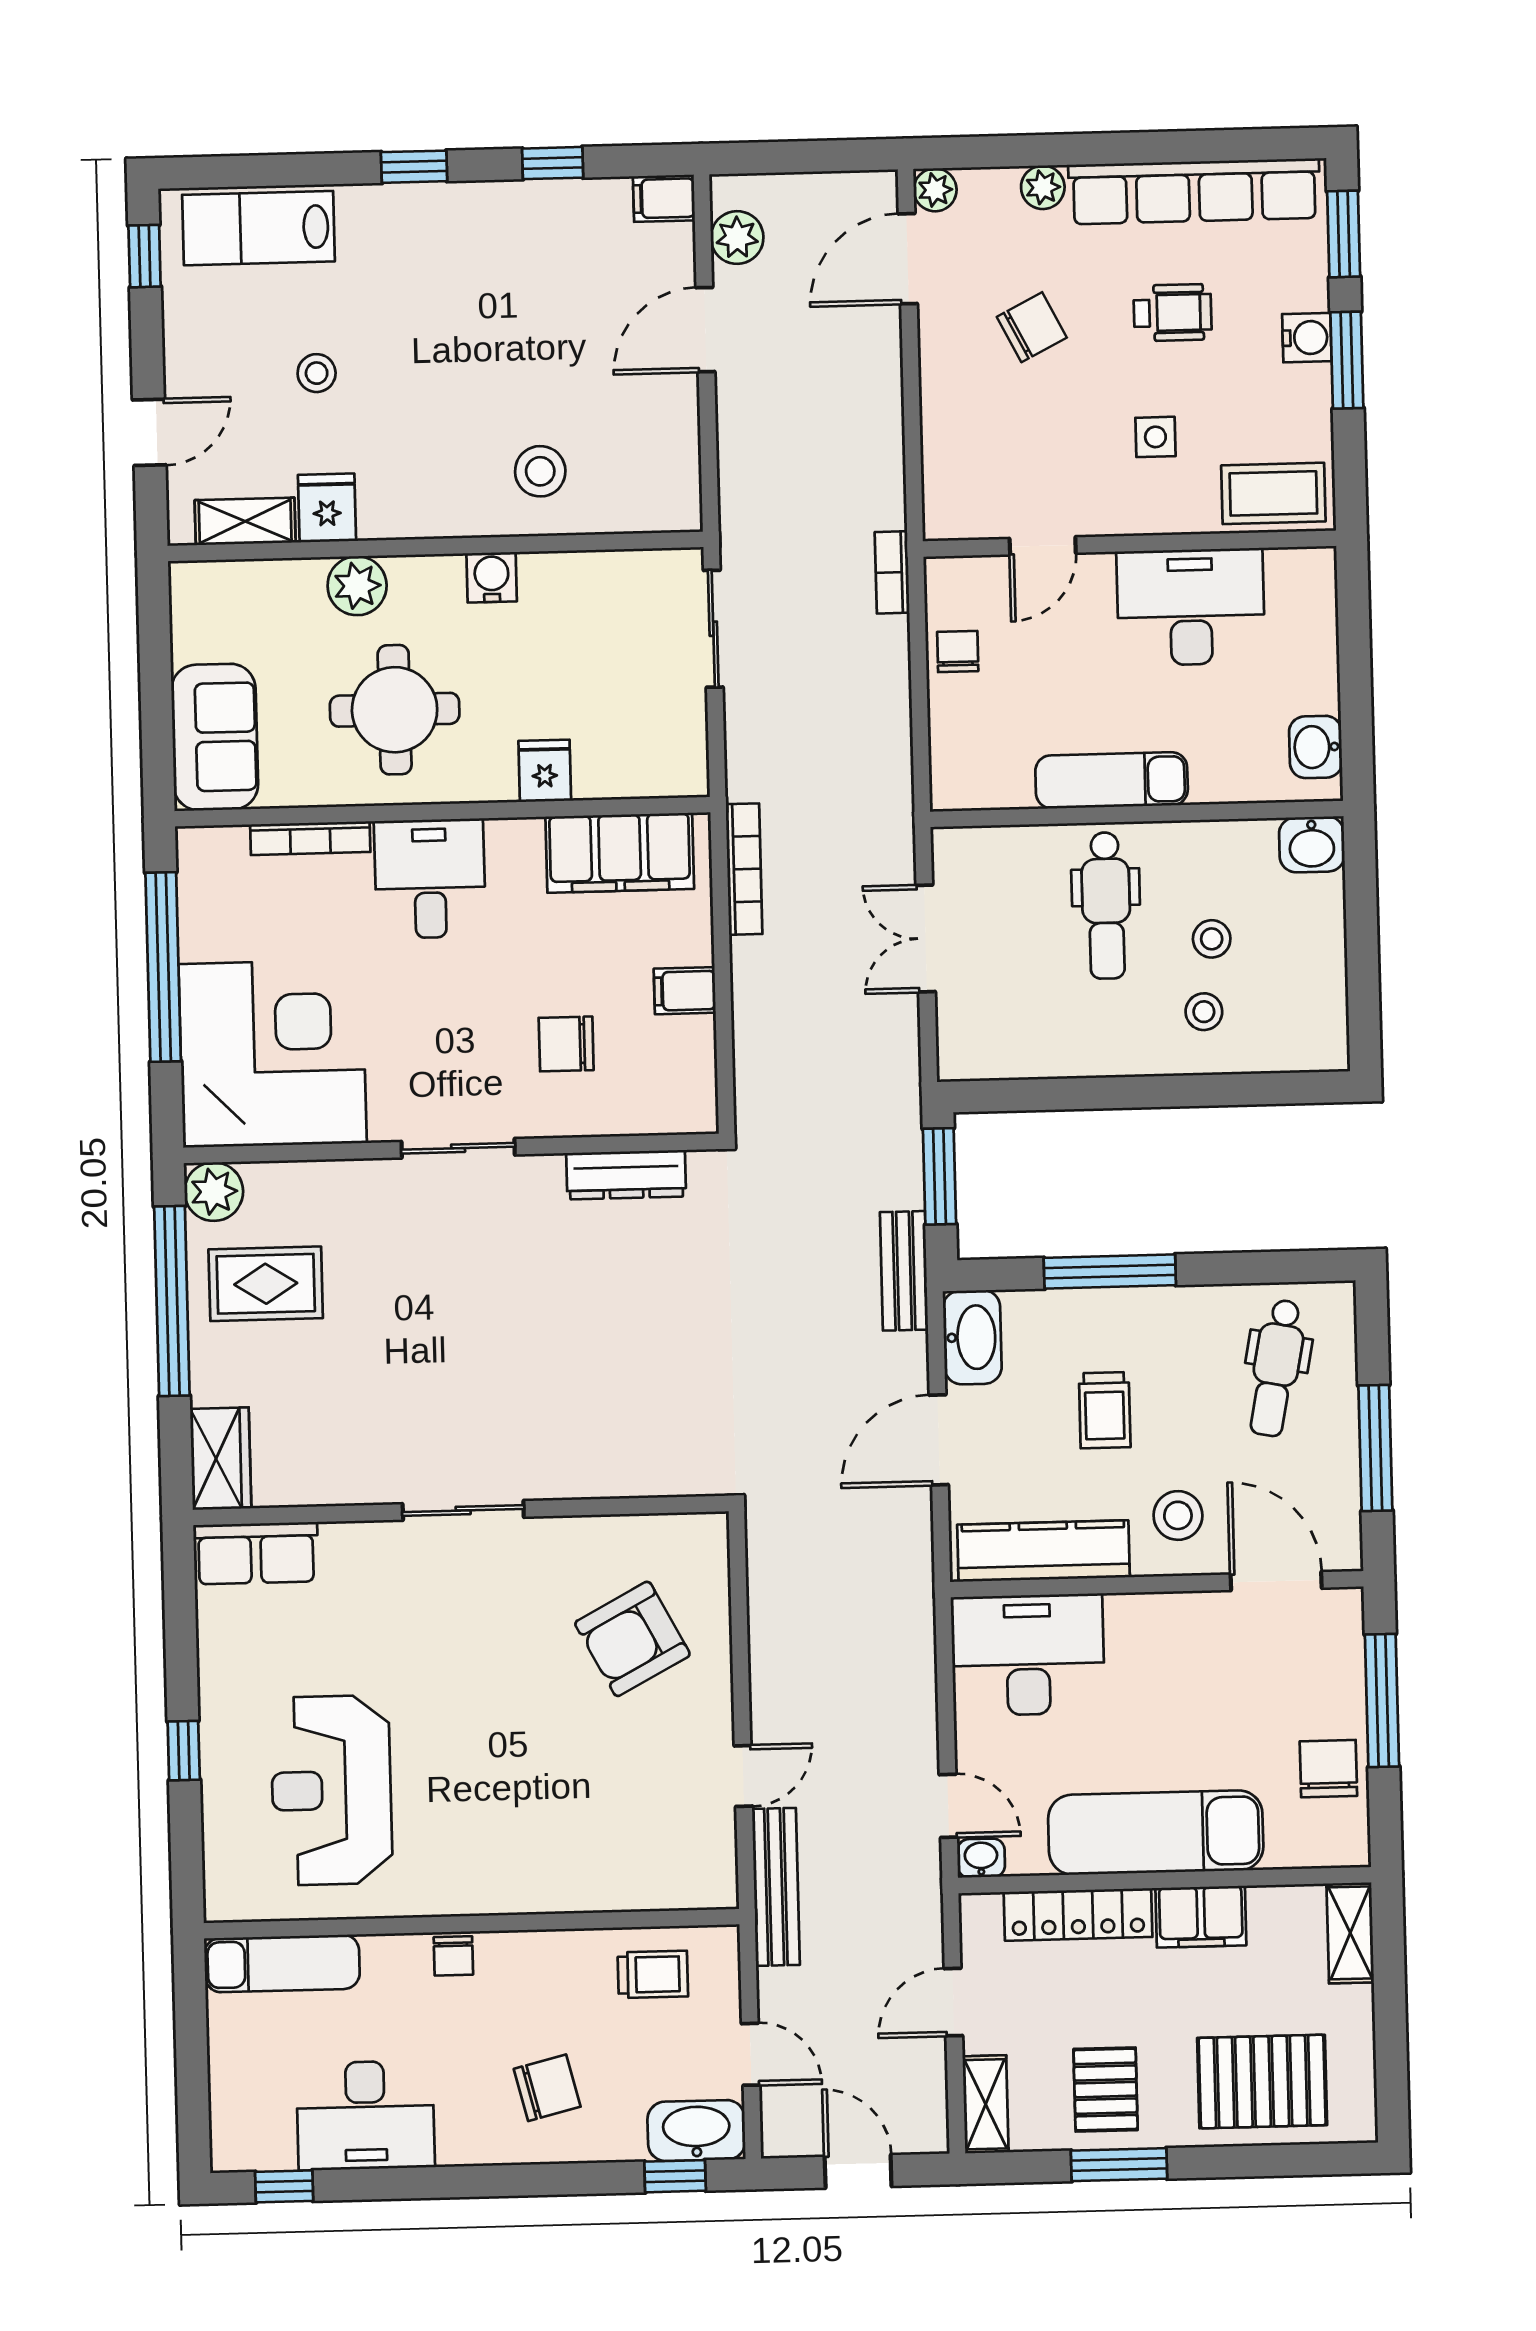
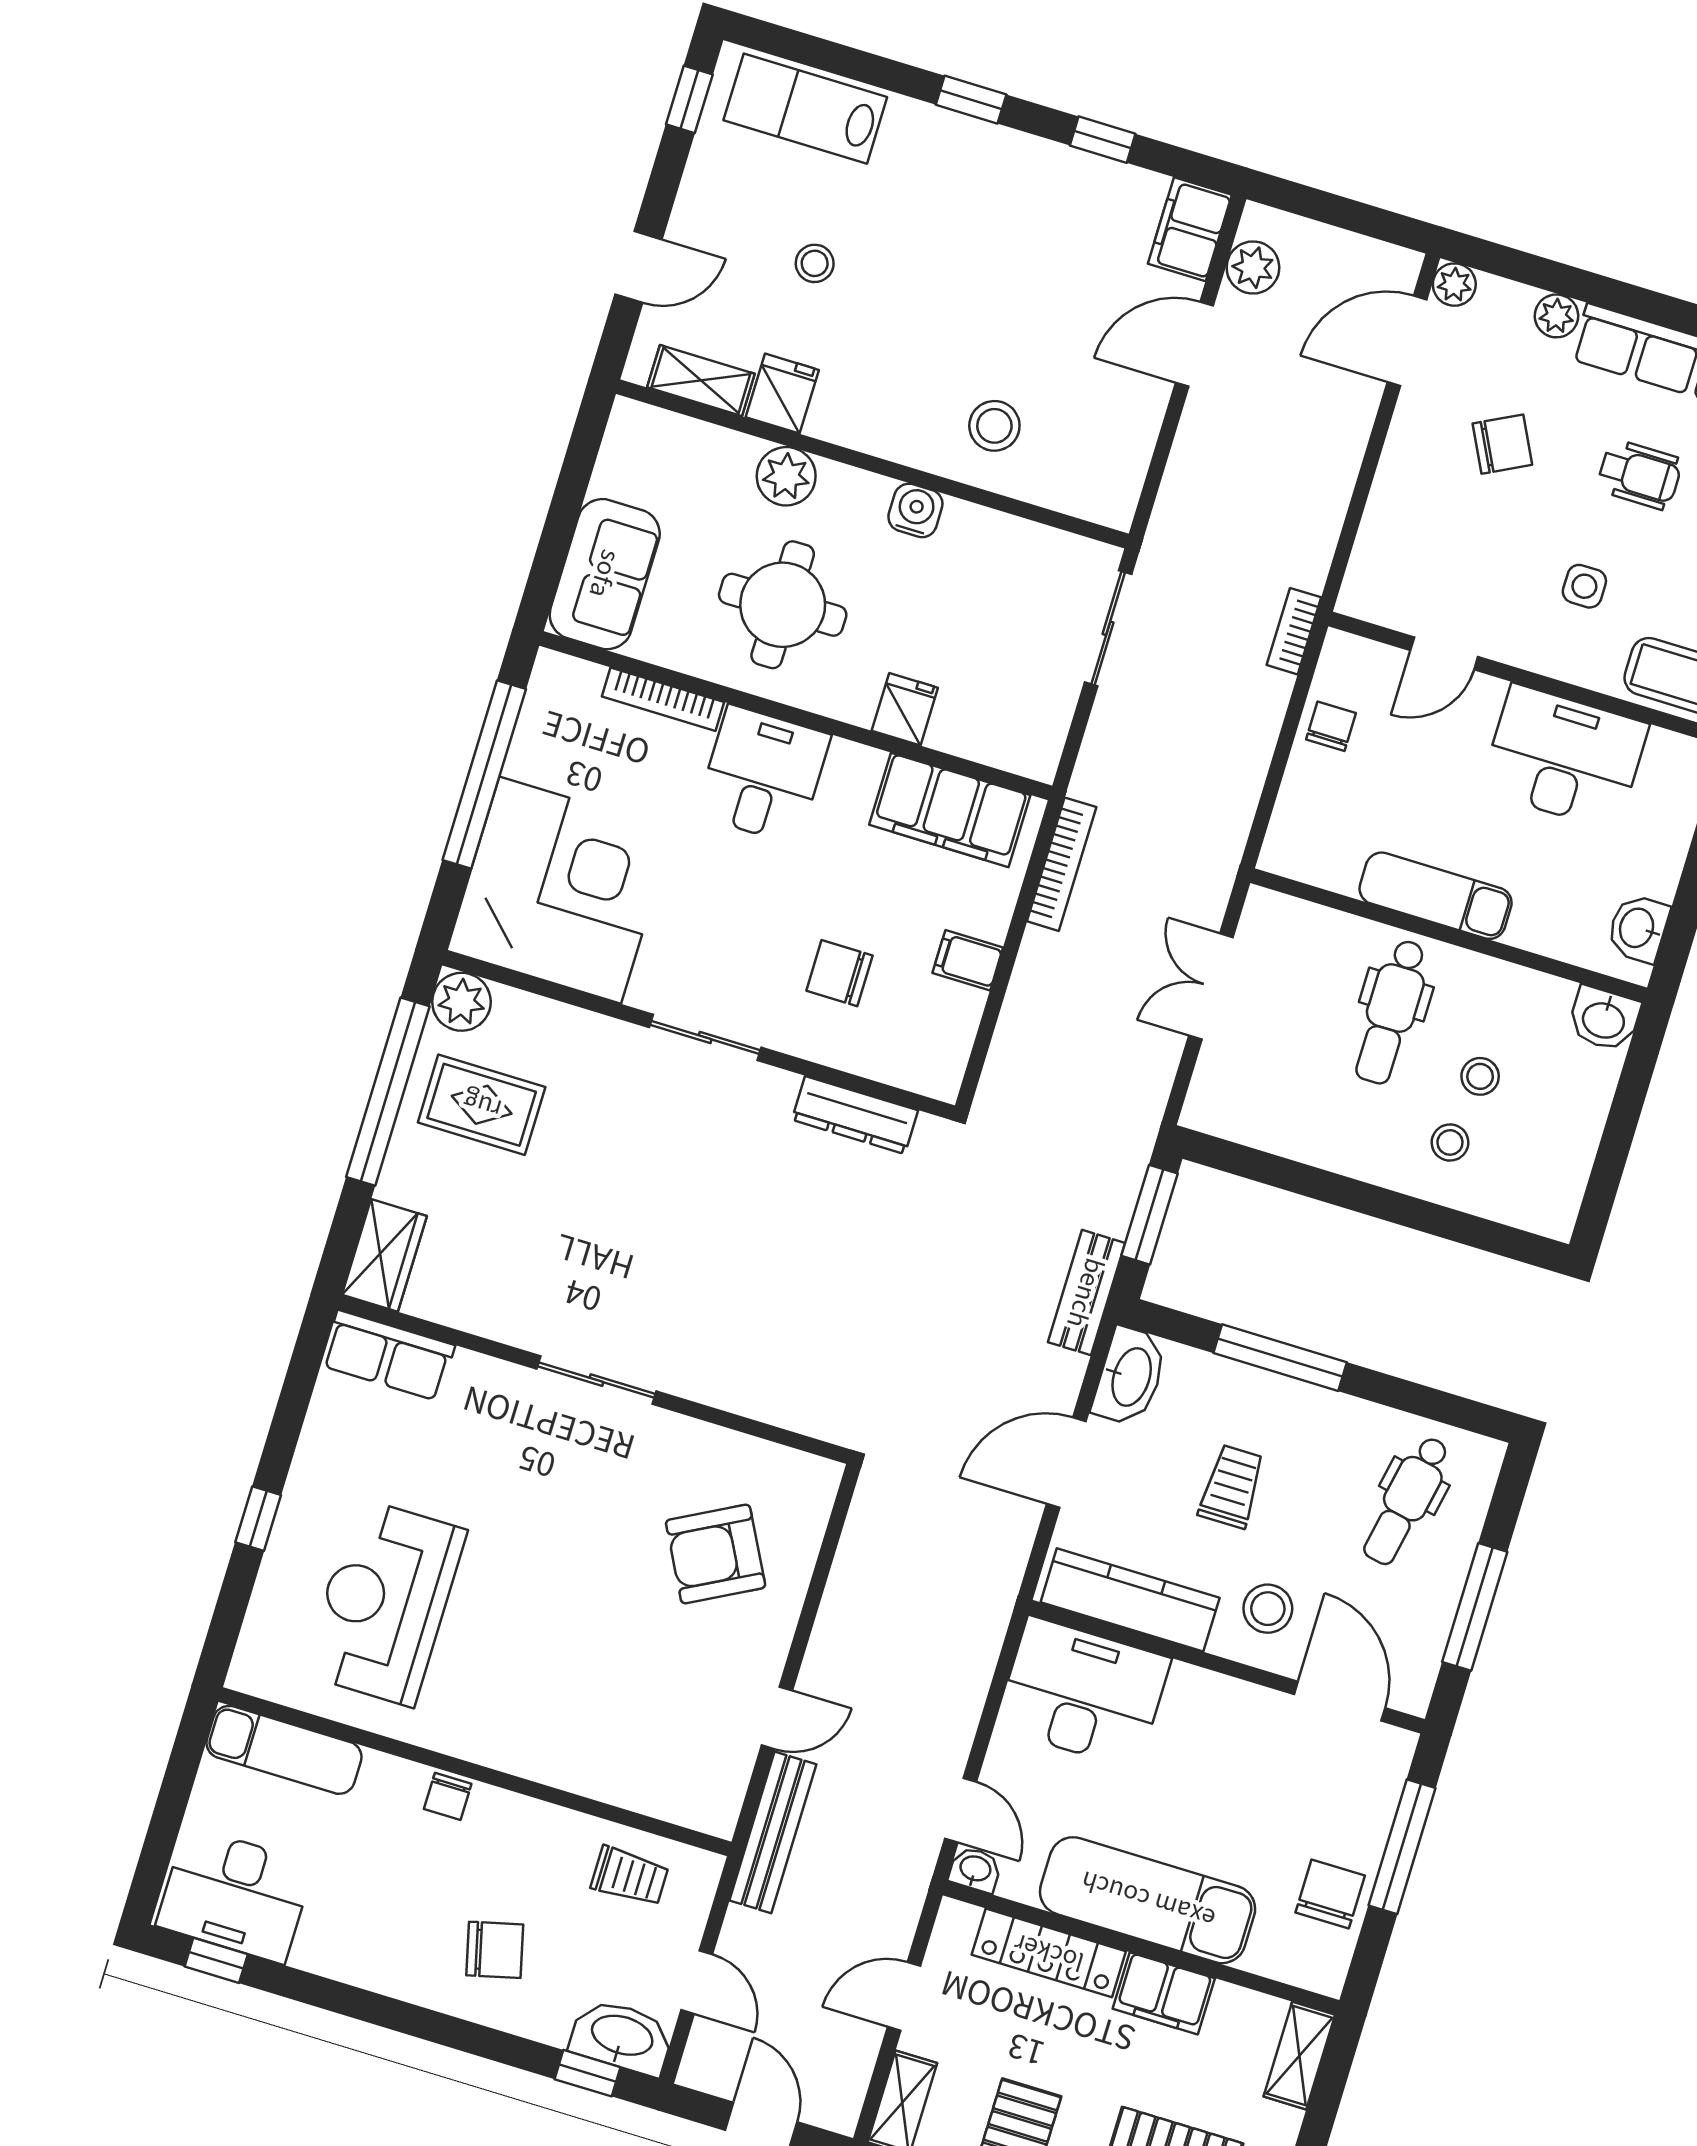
filing cabinet: (664, 198) -> (1190, 229), width x2.00
trolley: (1105, 1410) -> (1232, 1487), turned 180
desk: (366, 2115) -> (235, 1895), moved

